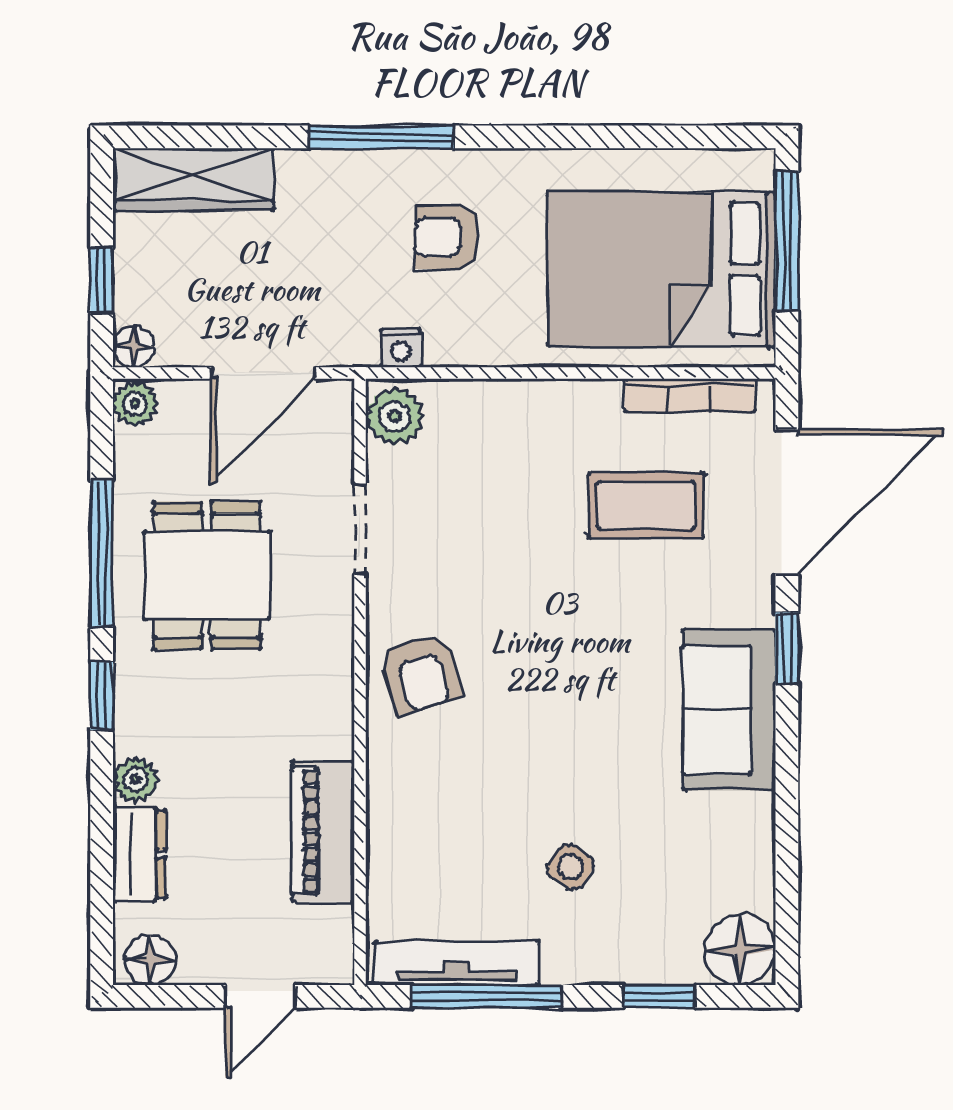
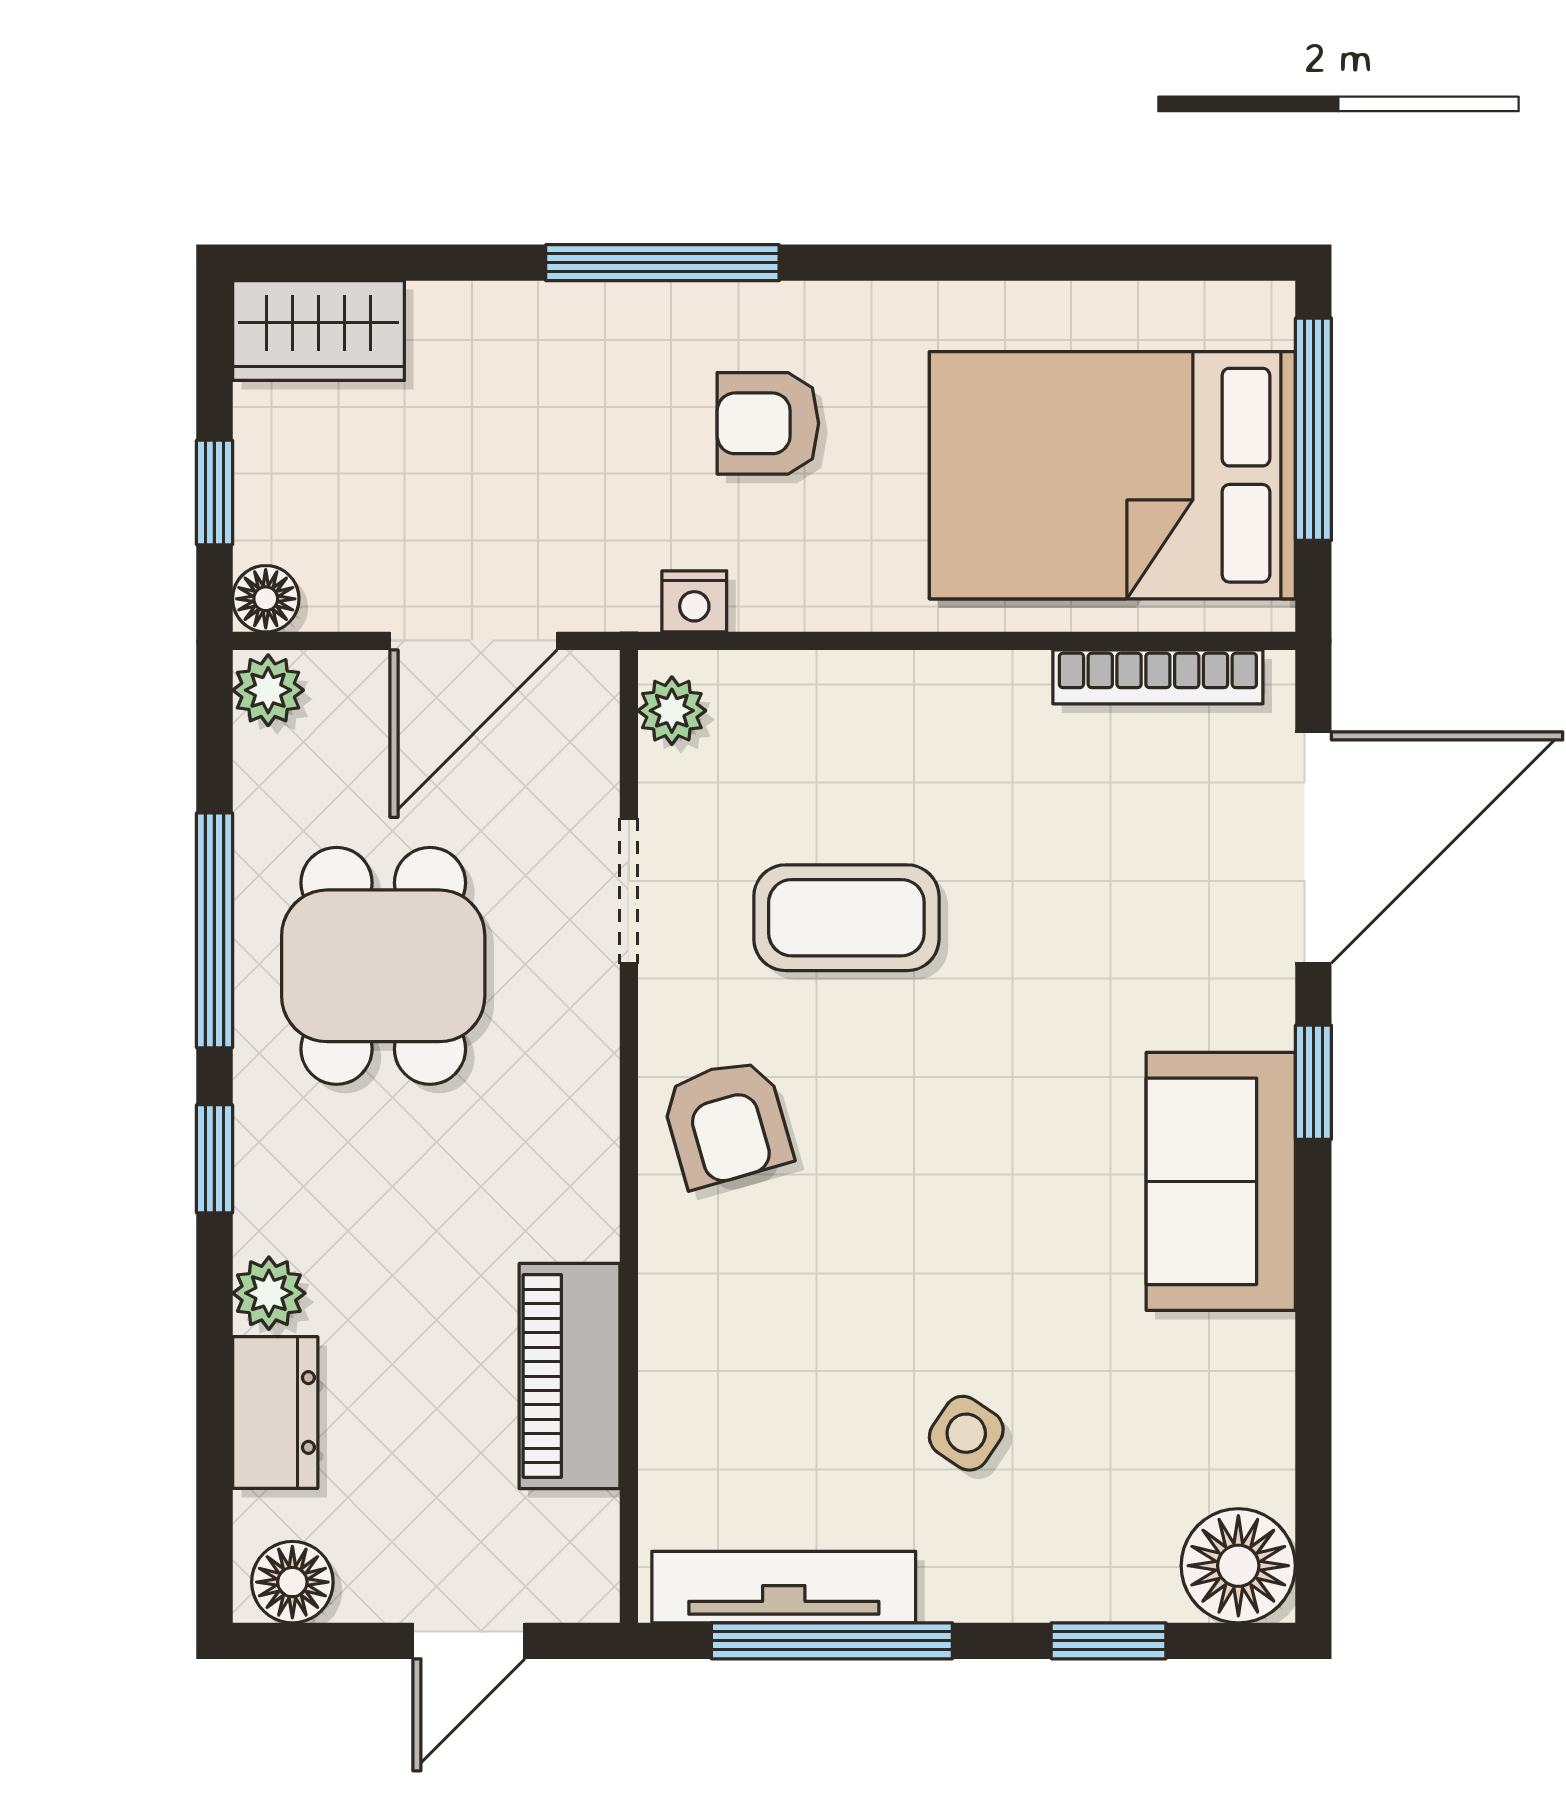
wardrobe: (193, 179) -> (319, 331), width x0.67
plant: (395, 416) -> (672, 711), width x0.73, depth x0.73
coffee table: (646, 505) -> (846, 918), moved

